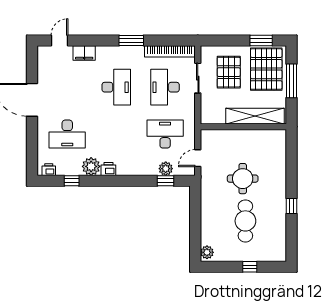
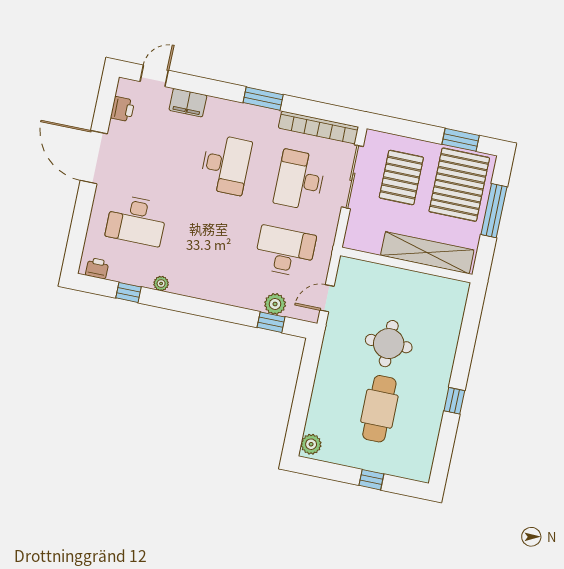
sliding door: (198, 78) -> (352, 177), width x1.37
plant: (91, 166) -> (161, 284), width x0.53, depth x0.53
printer: (108, 169) -> (122, 109), moved, turned 90

